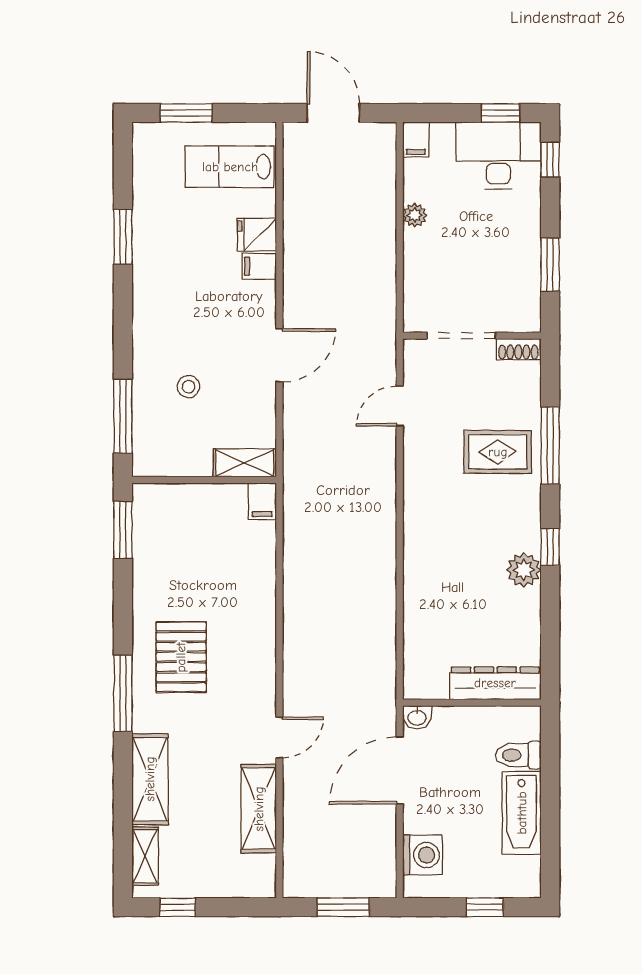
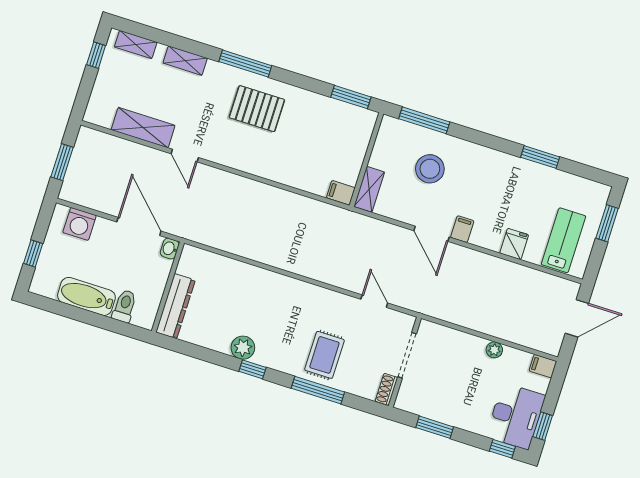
filing cabinet: (259, 266) -> (462, 229), moved
stool: (189, 387) -> (430, 169), width x1.89, depth x1.89
shelving: (150, 779) -> (185, 61), width x0.67, depth x0.75

